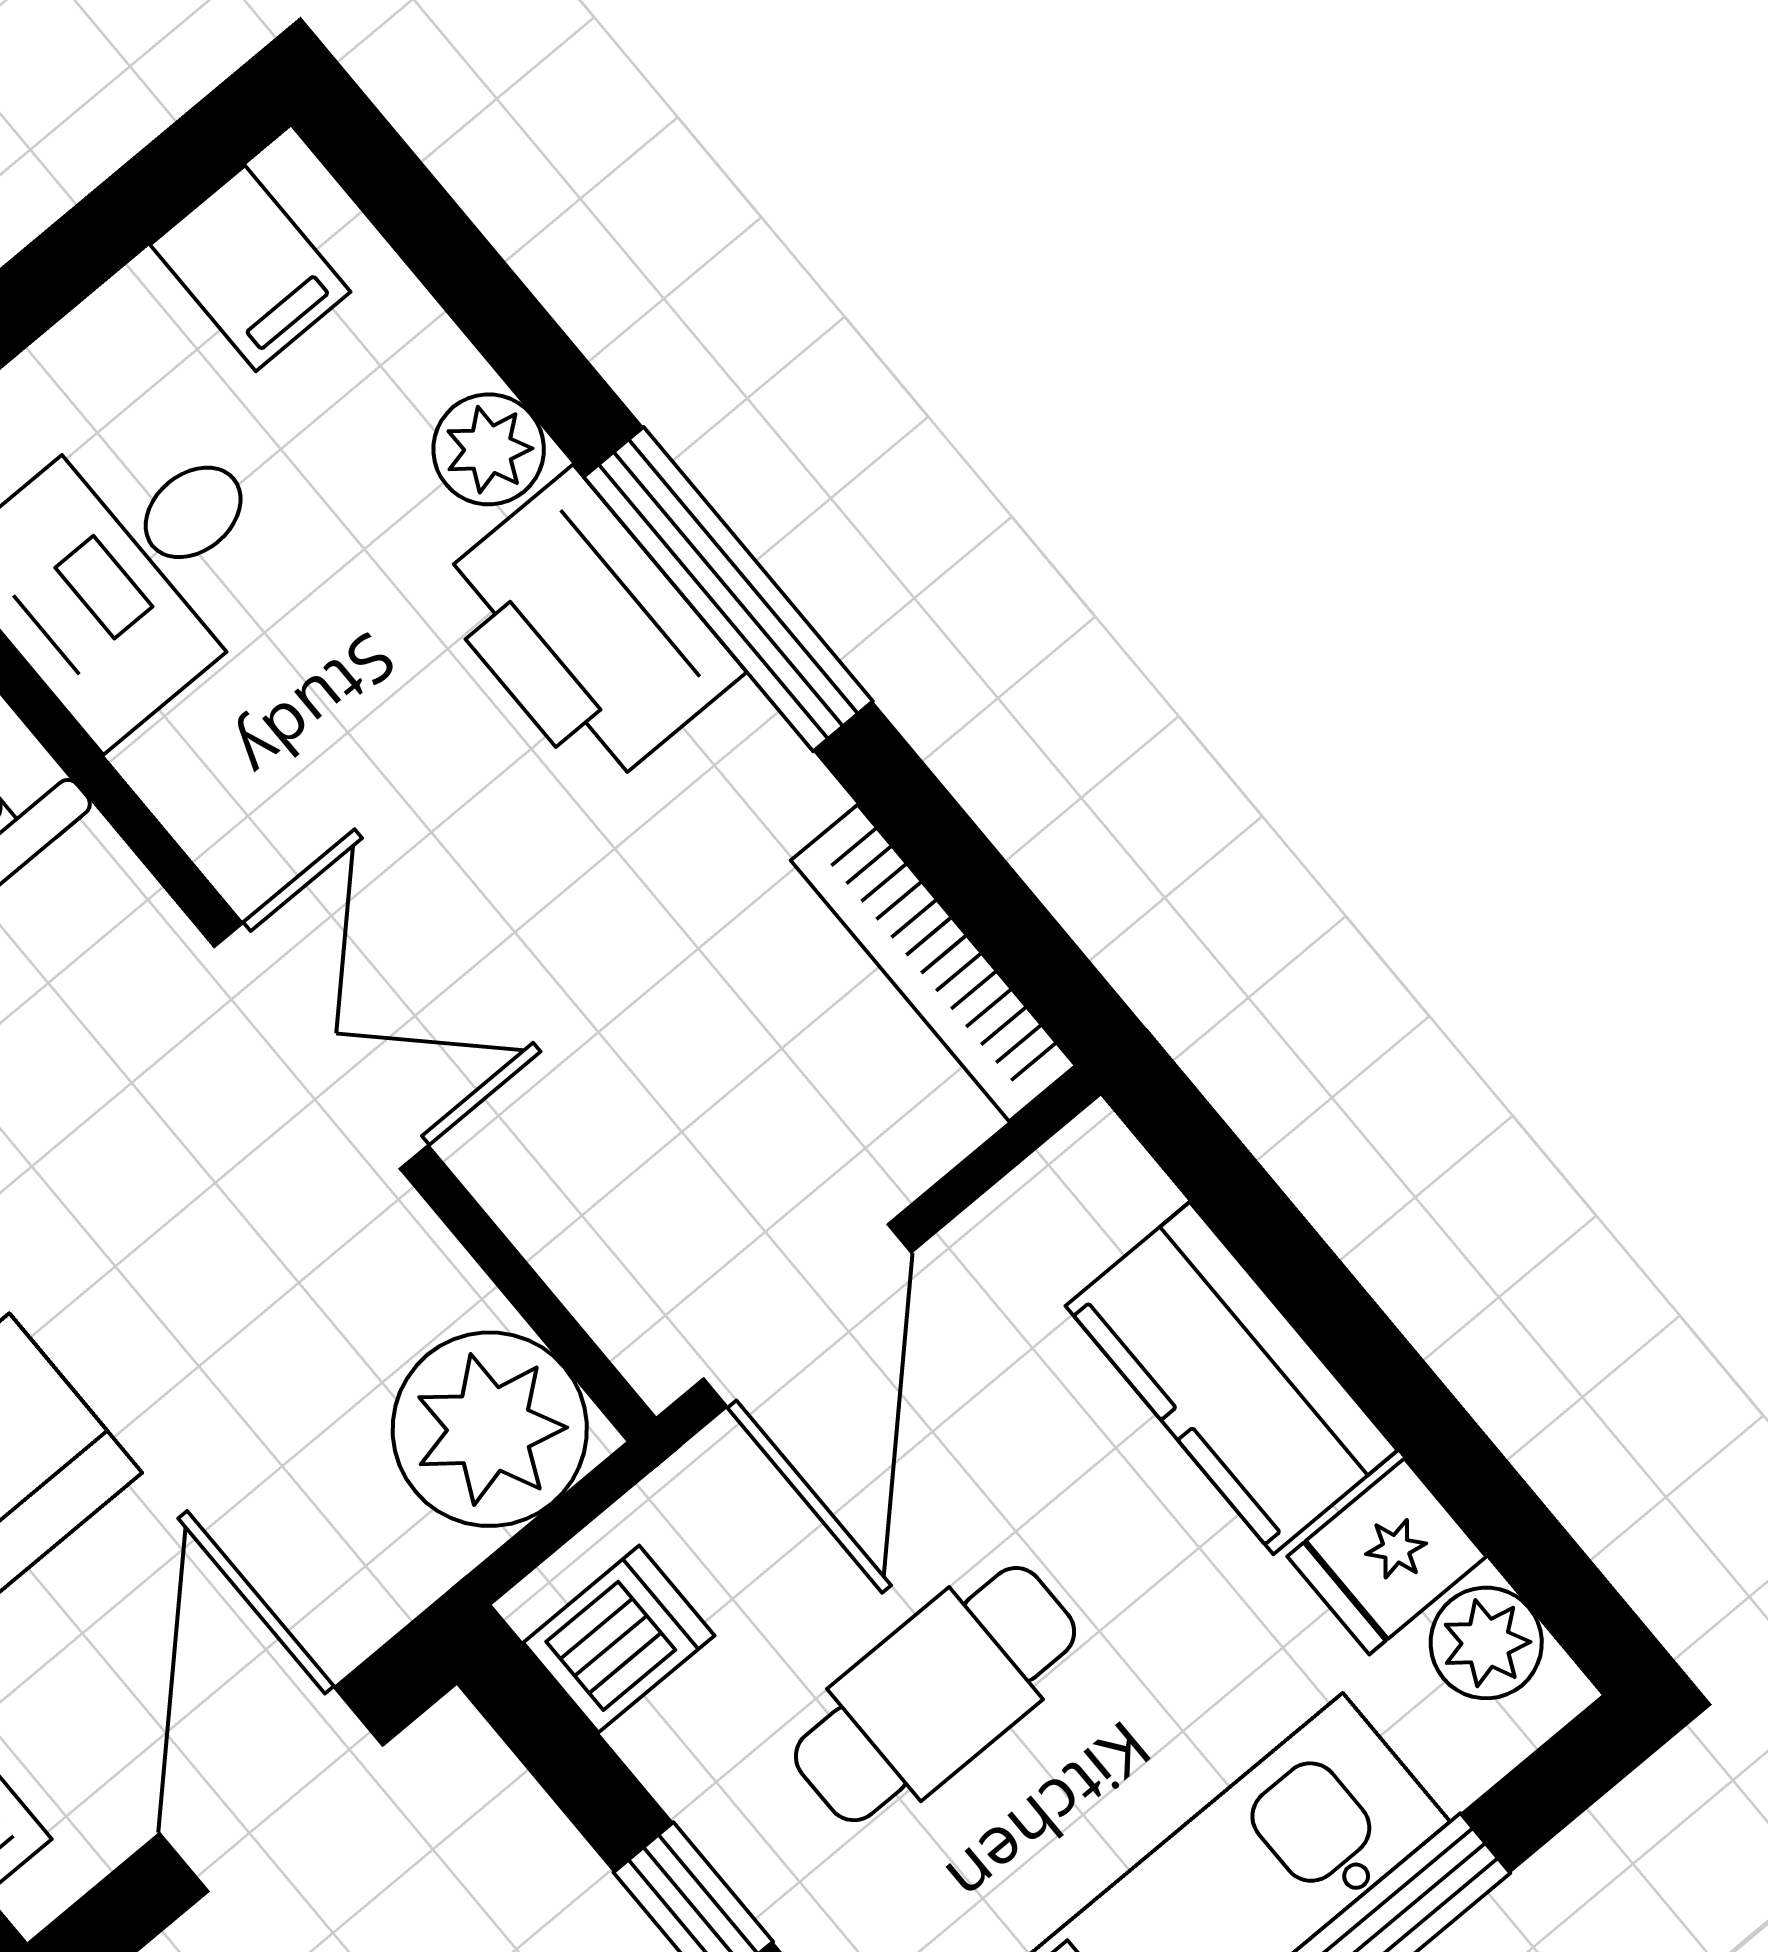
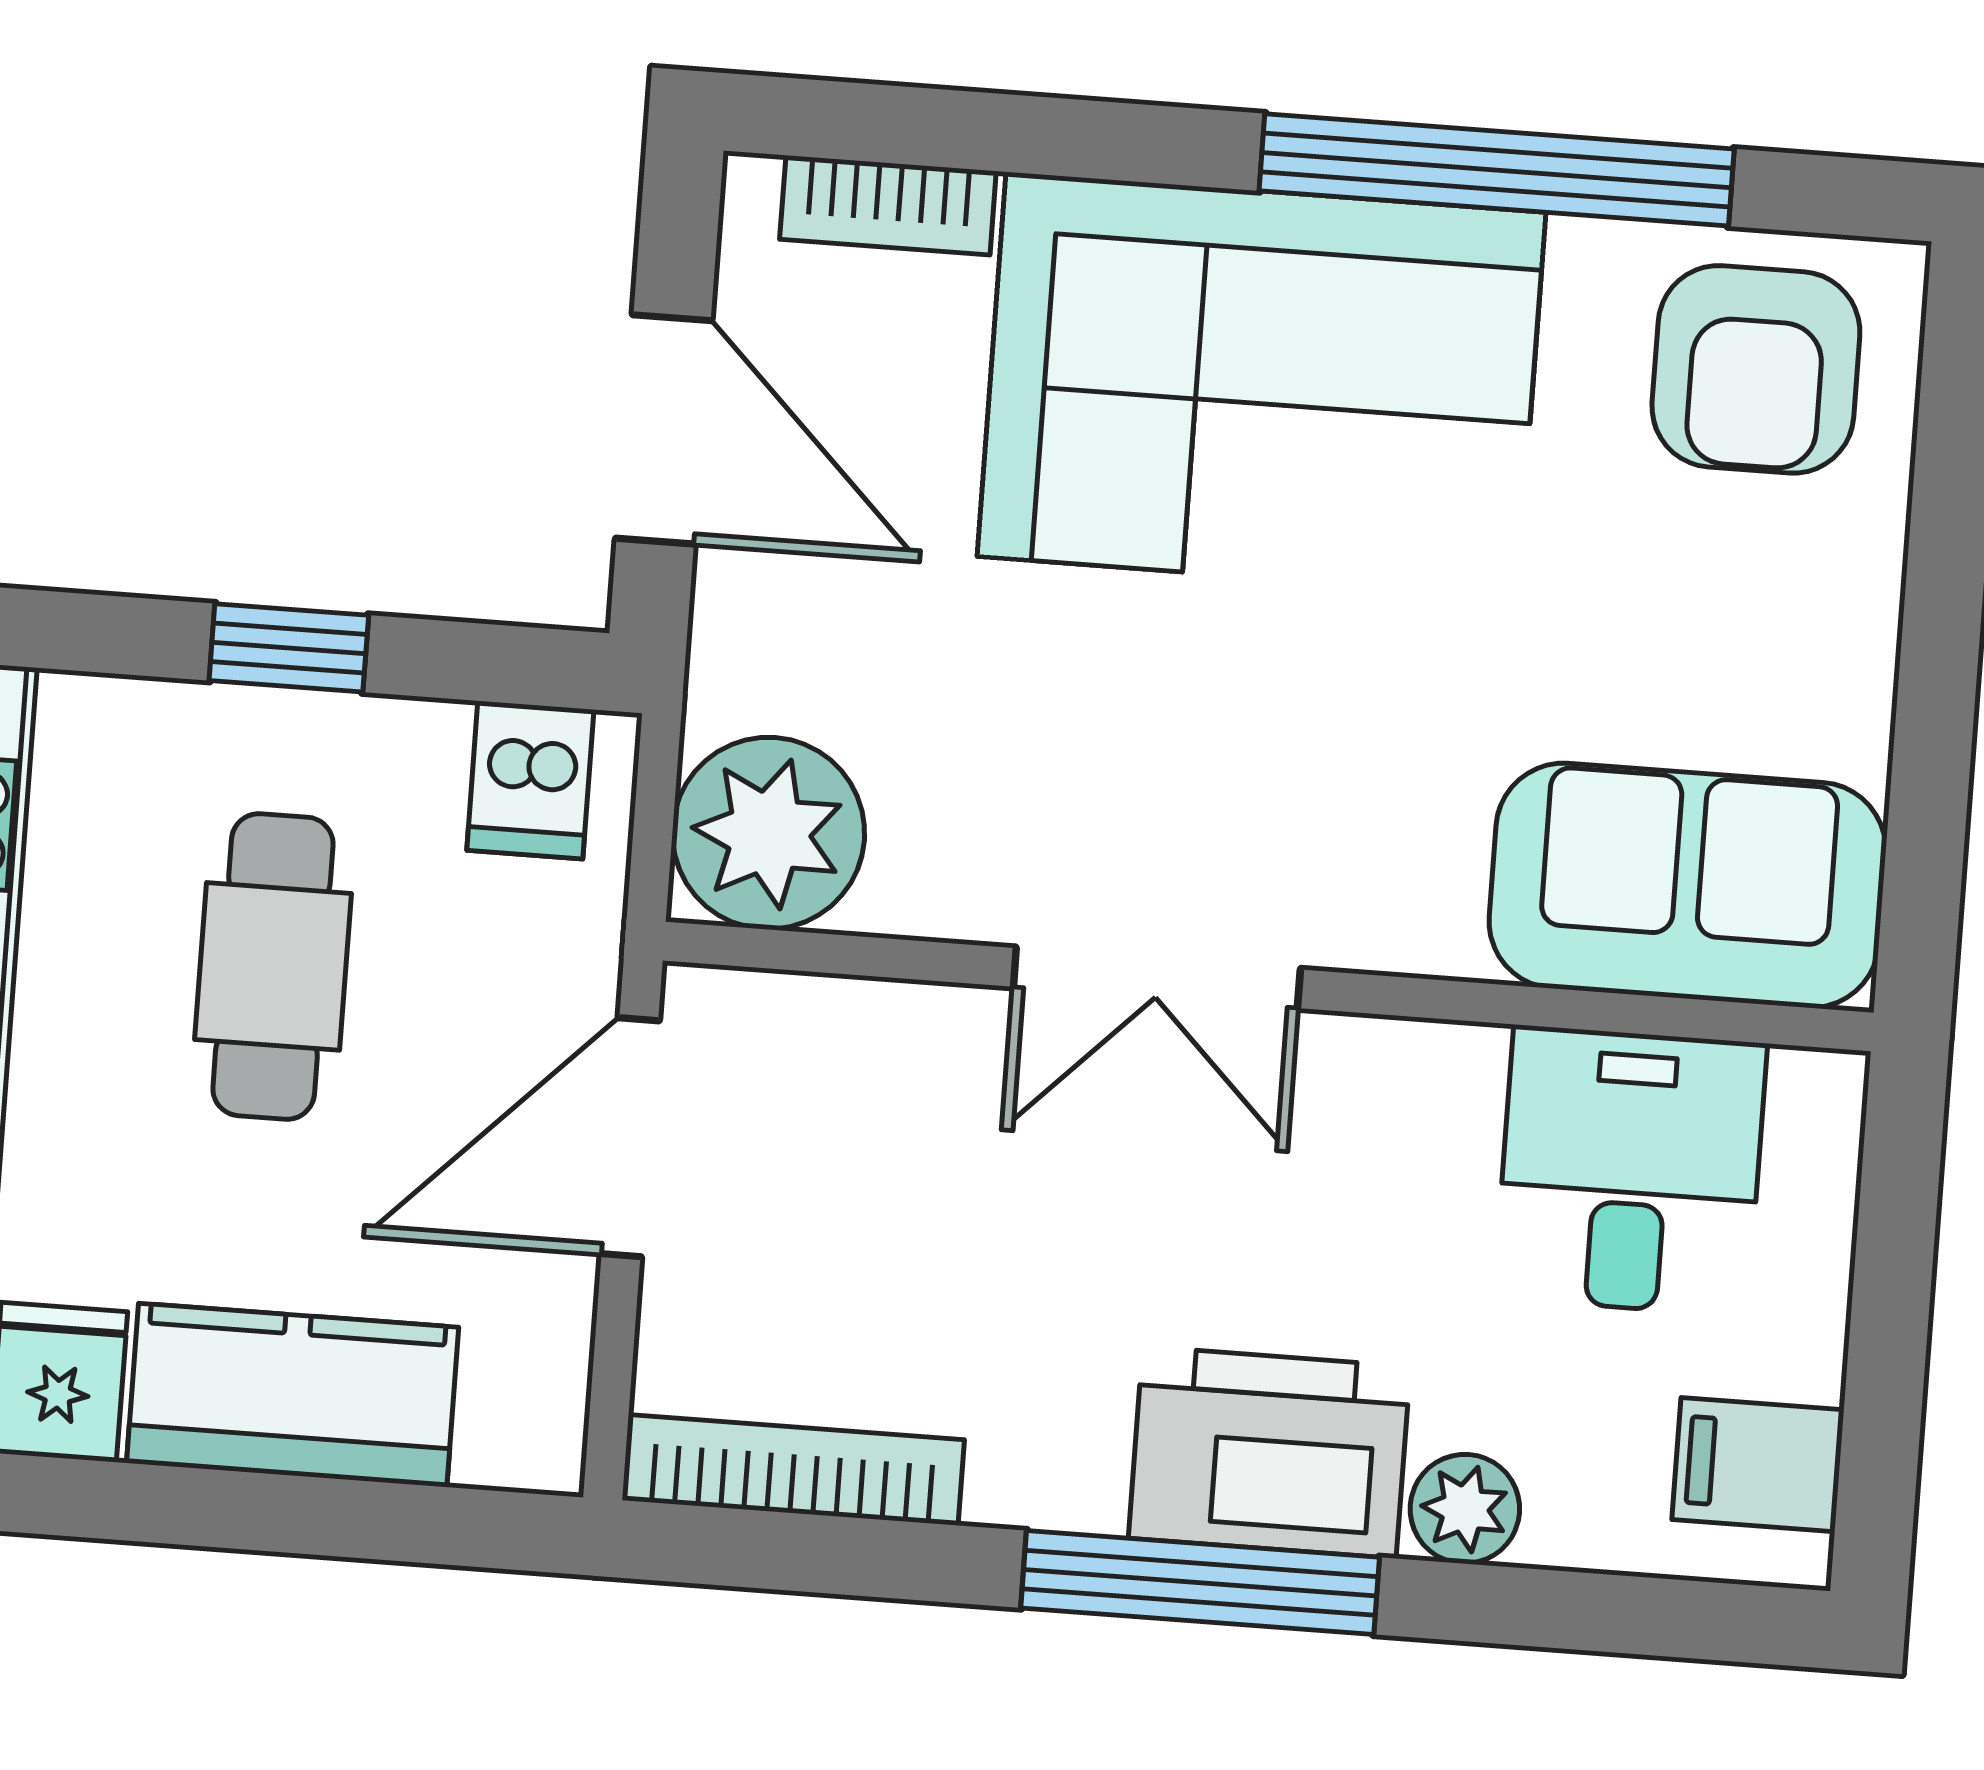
door: (807, 1315) -> (630, 1137), hinge flipped

